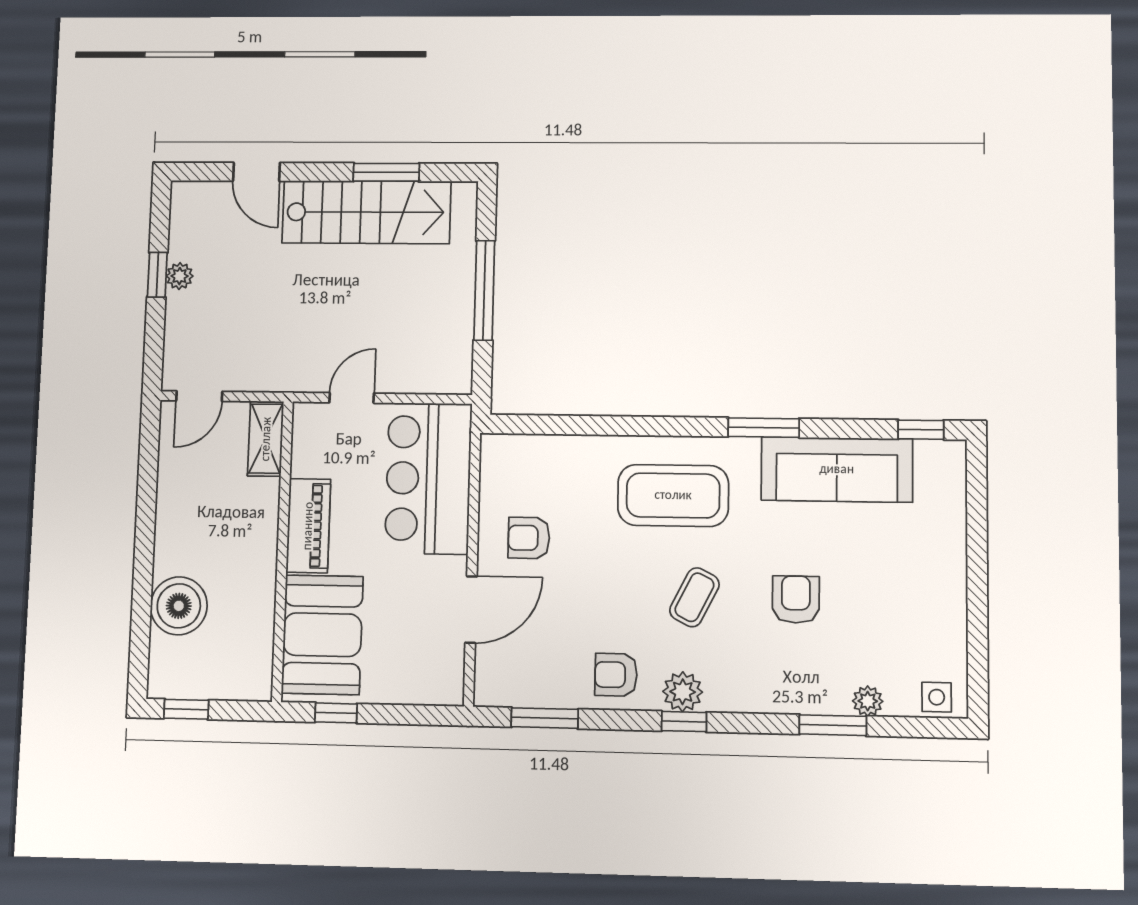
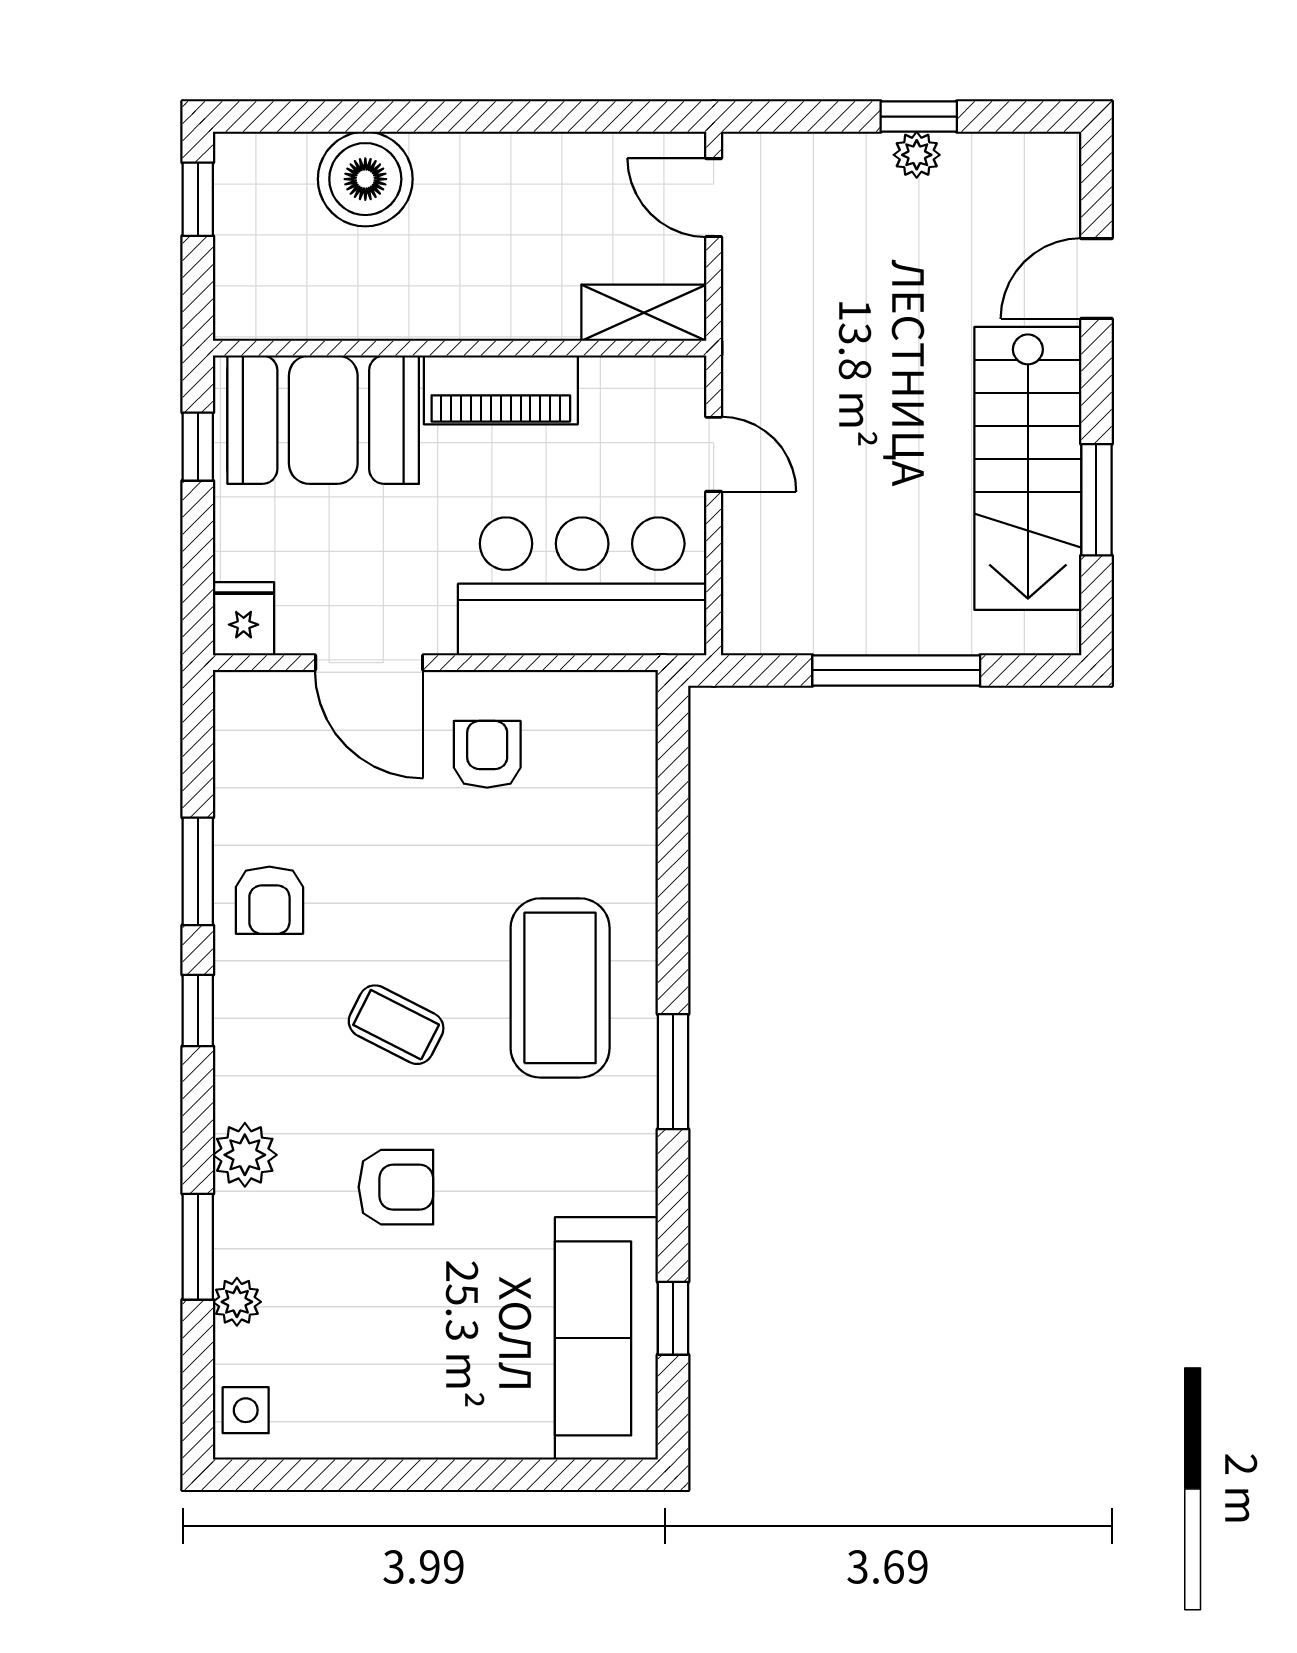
window: (764, 428) -> (673, 1072), moved
window: (921, 430) -> (673, 1318), moved
sofa: (837, 469) -> (606, 1338), moved
armchair: (616, 675) -> (269, 900), turned 180
fridge: (442, 687) -> (244, 619), added
plant: (683, 692) -> (245, 1155), moved
window: (545, 718) -> (198, 871), moved

